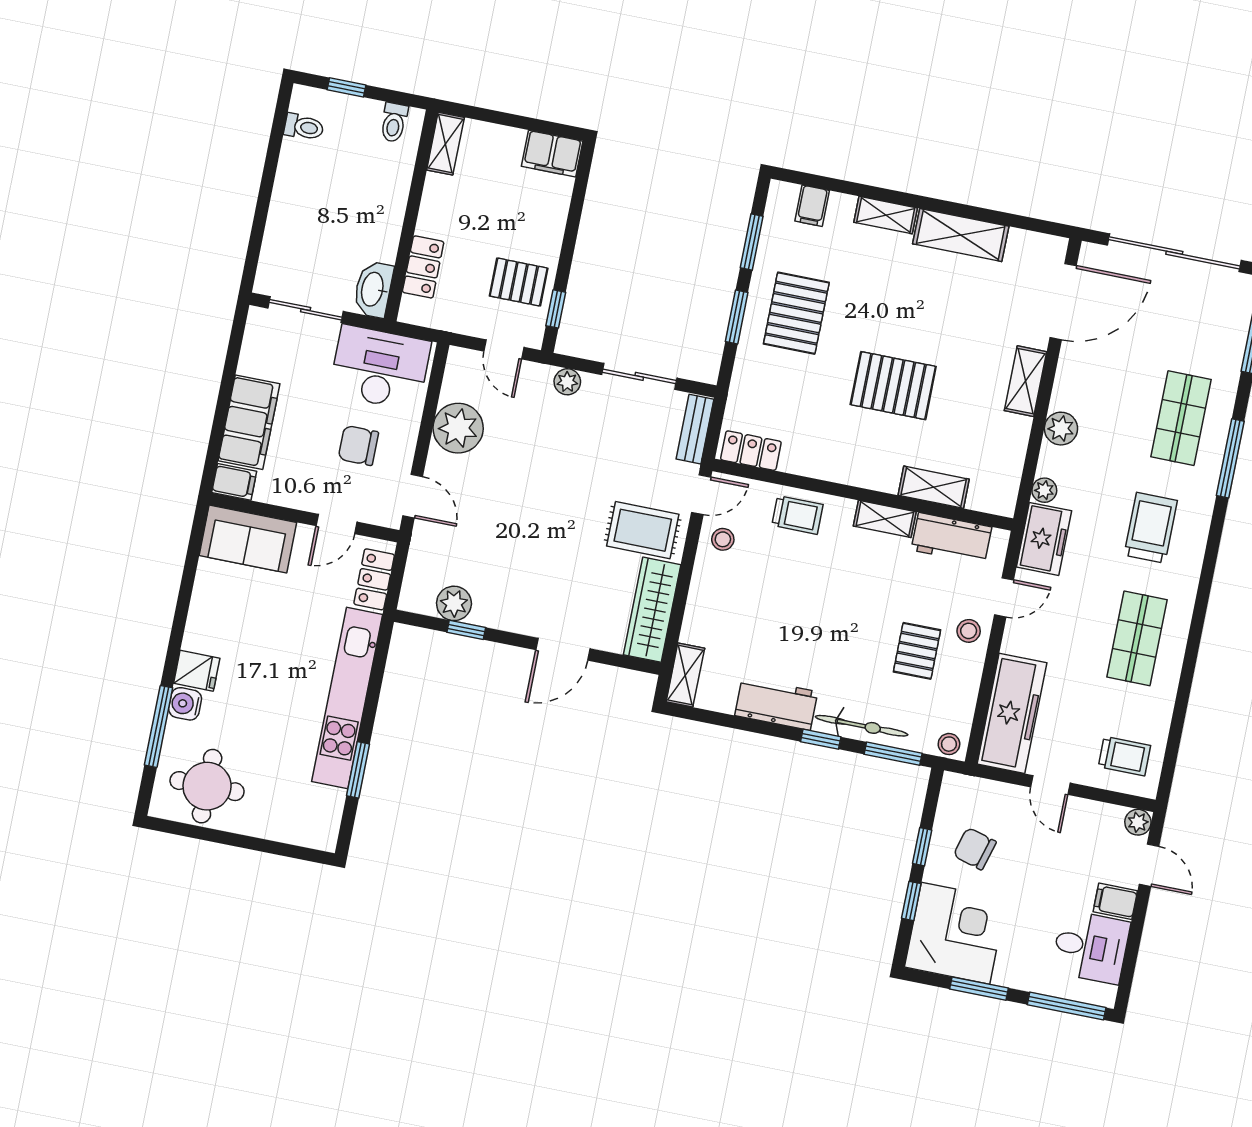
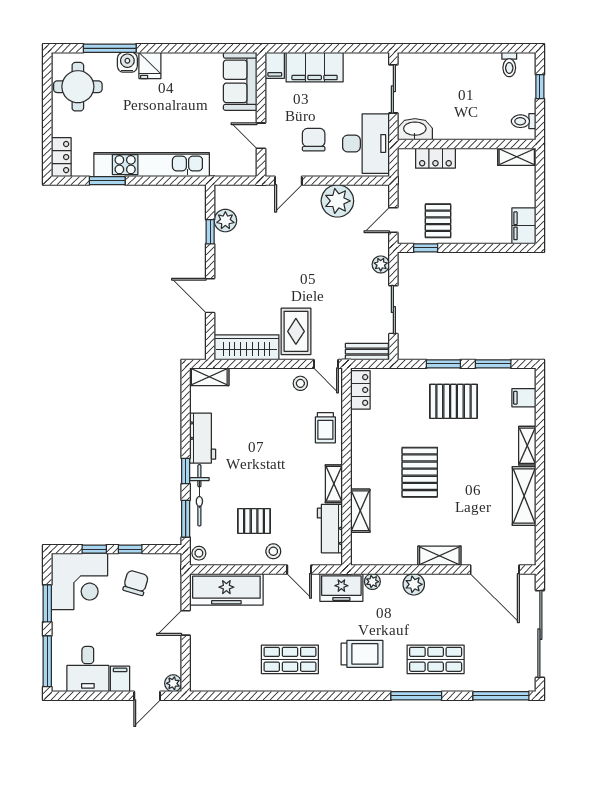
locker: (374, 579) -> (61, 157), moved, turned 90
trolley: (1124, 756) -> (213, 666), removed

